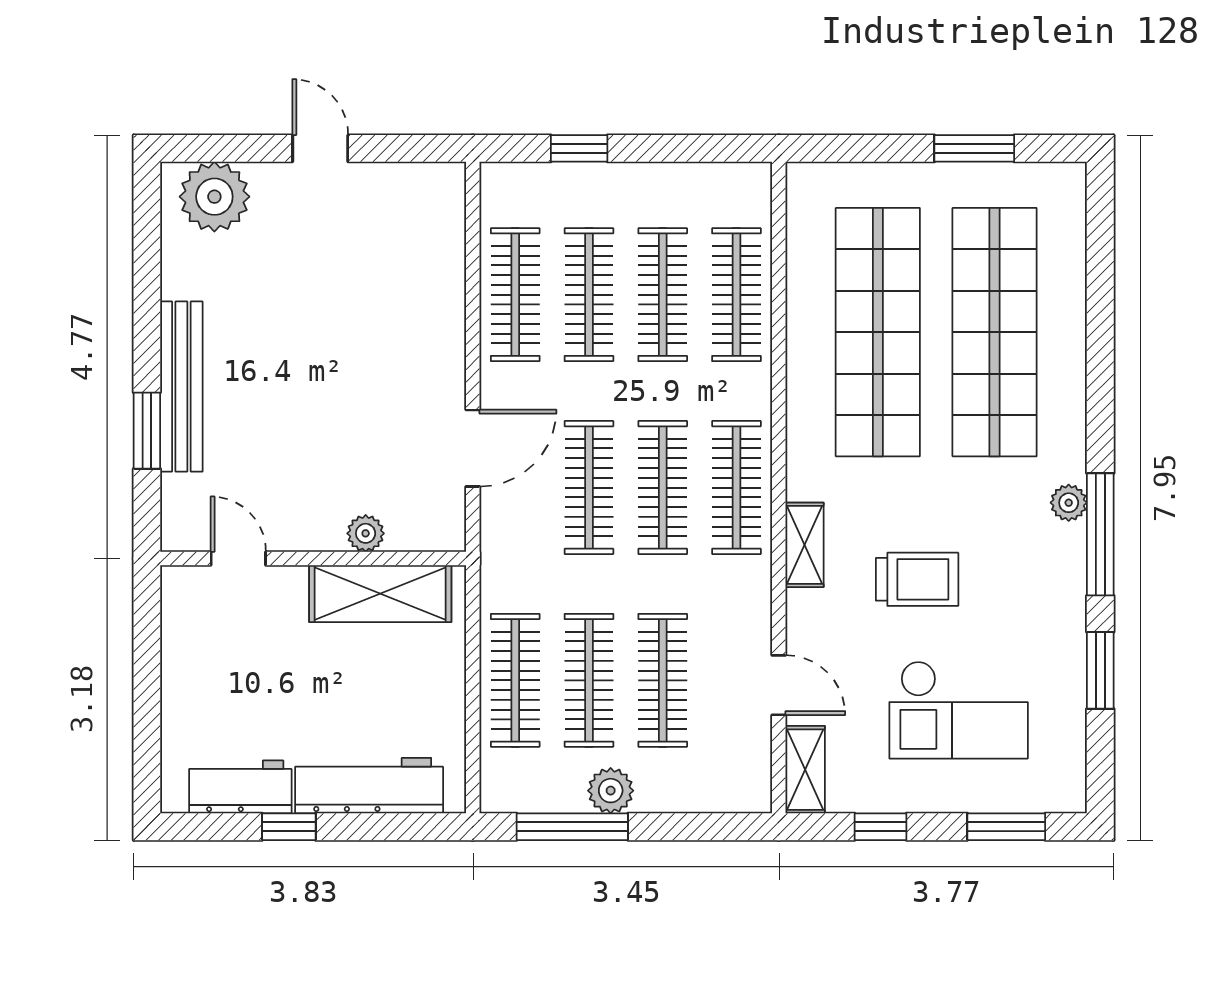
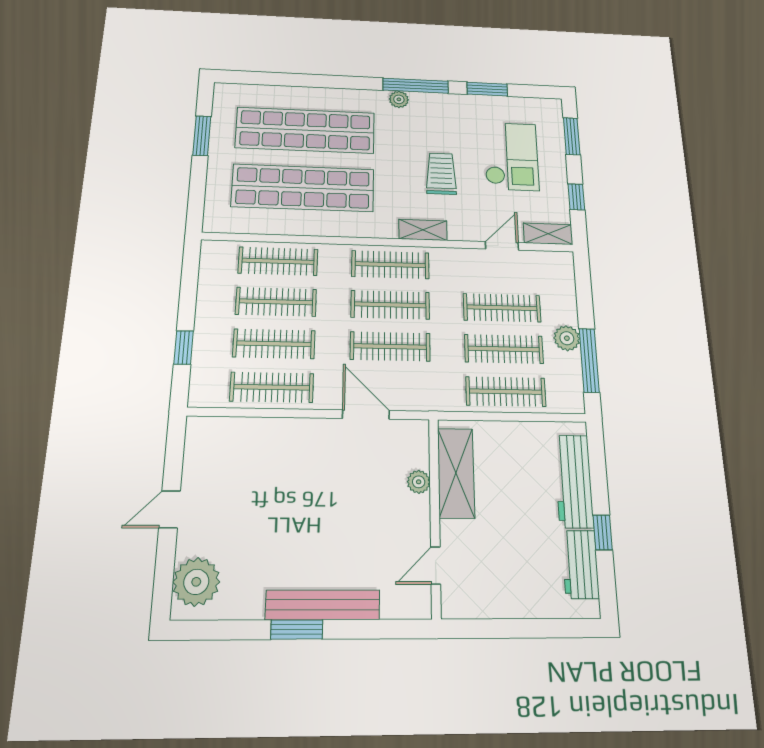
window: (147, 431) -> (297, 630), moved

